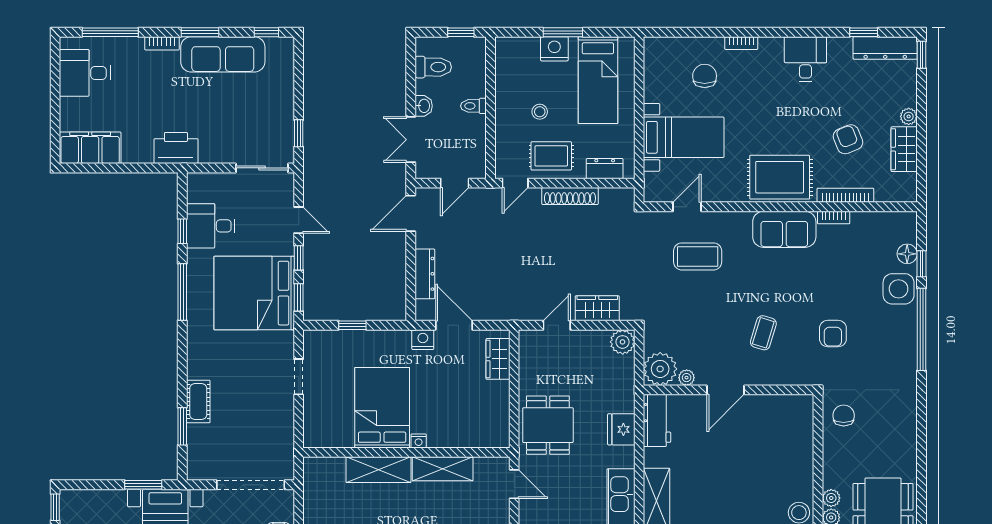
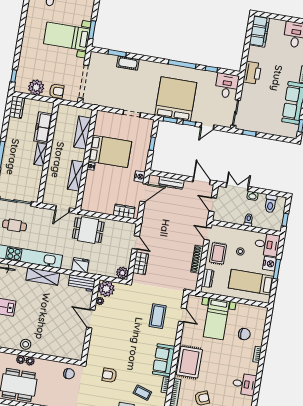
desk: (517, 60) -> (267, 245), added
desk: (211, 226) -> (227, 86), moved
coffee table: (763, 333) -> (142, 393), moved
shelving: (378, 470) -> (82, 133), moved

